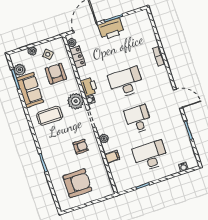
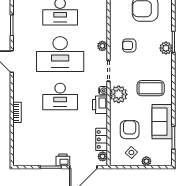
printer: (111, 29) -> (63, 160), width x0.53, depth x0.68
plant: (20, 70) -> (166, 48), moved
armchair: (56, 74) -> (130, 130), turned 180
desk: (138, 119) -> (60, 54), width x1.87, depth x1.30
filing cabinet: (112, 157) -> (100, 24), removed

